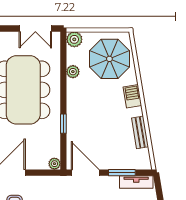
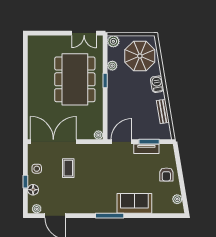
window: (63, 124) -> (105, 81), moved
door: (85, 173) -> (121, 142), hinge flipped
tv unit: (136, 182) -> (146, 149), moved

